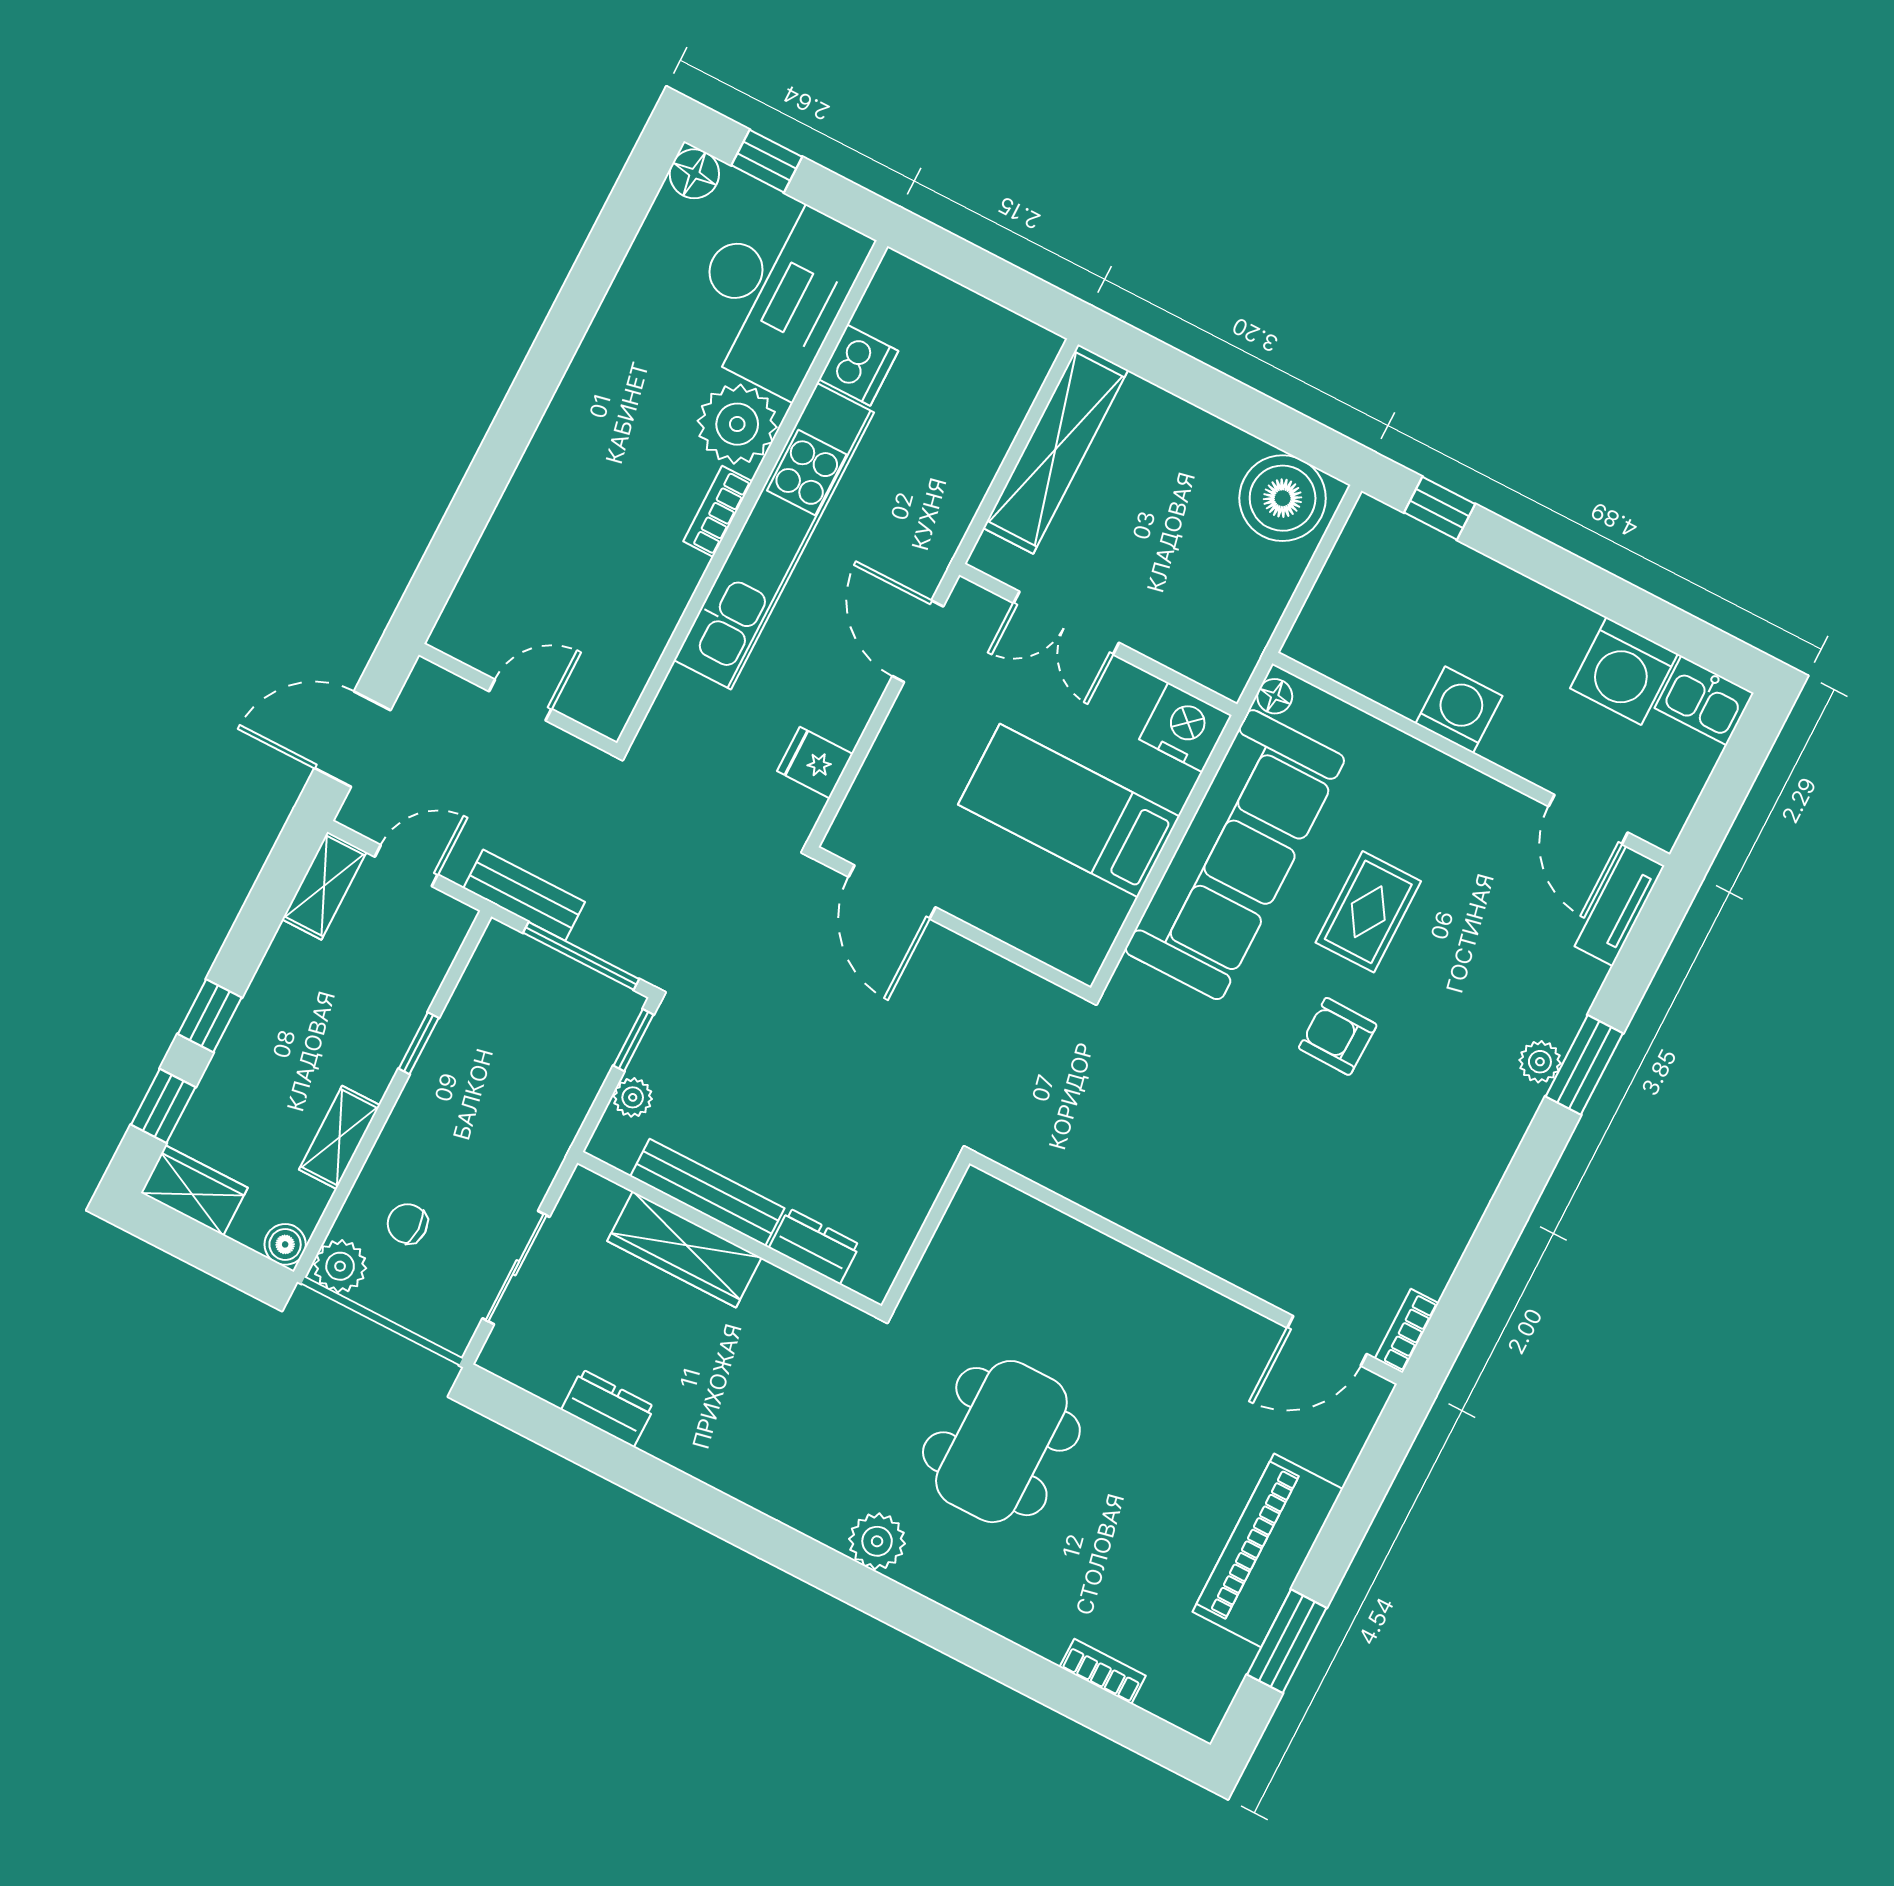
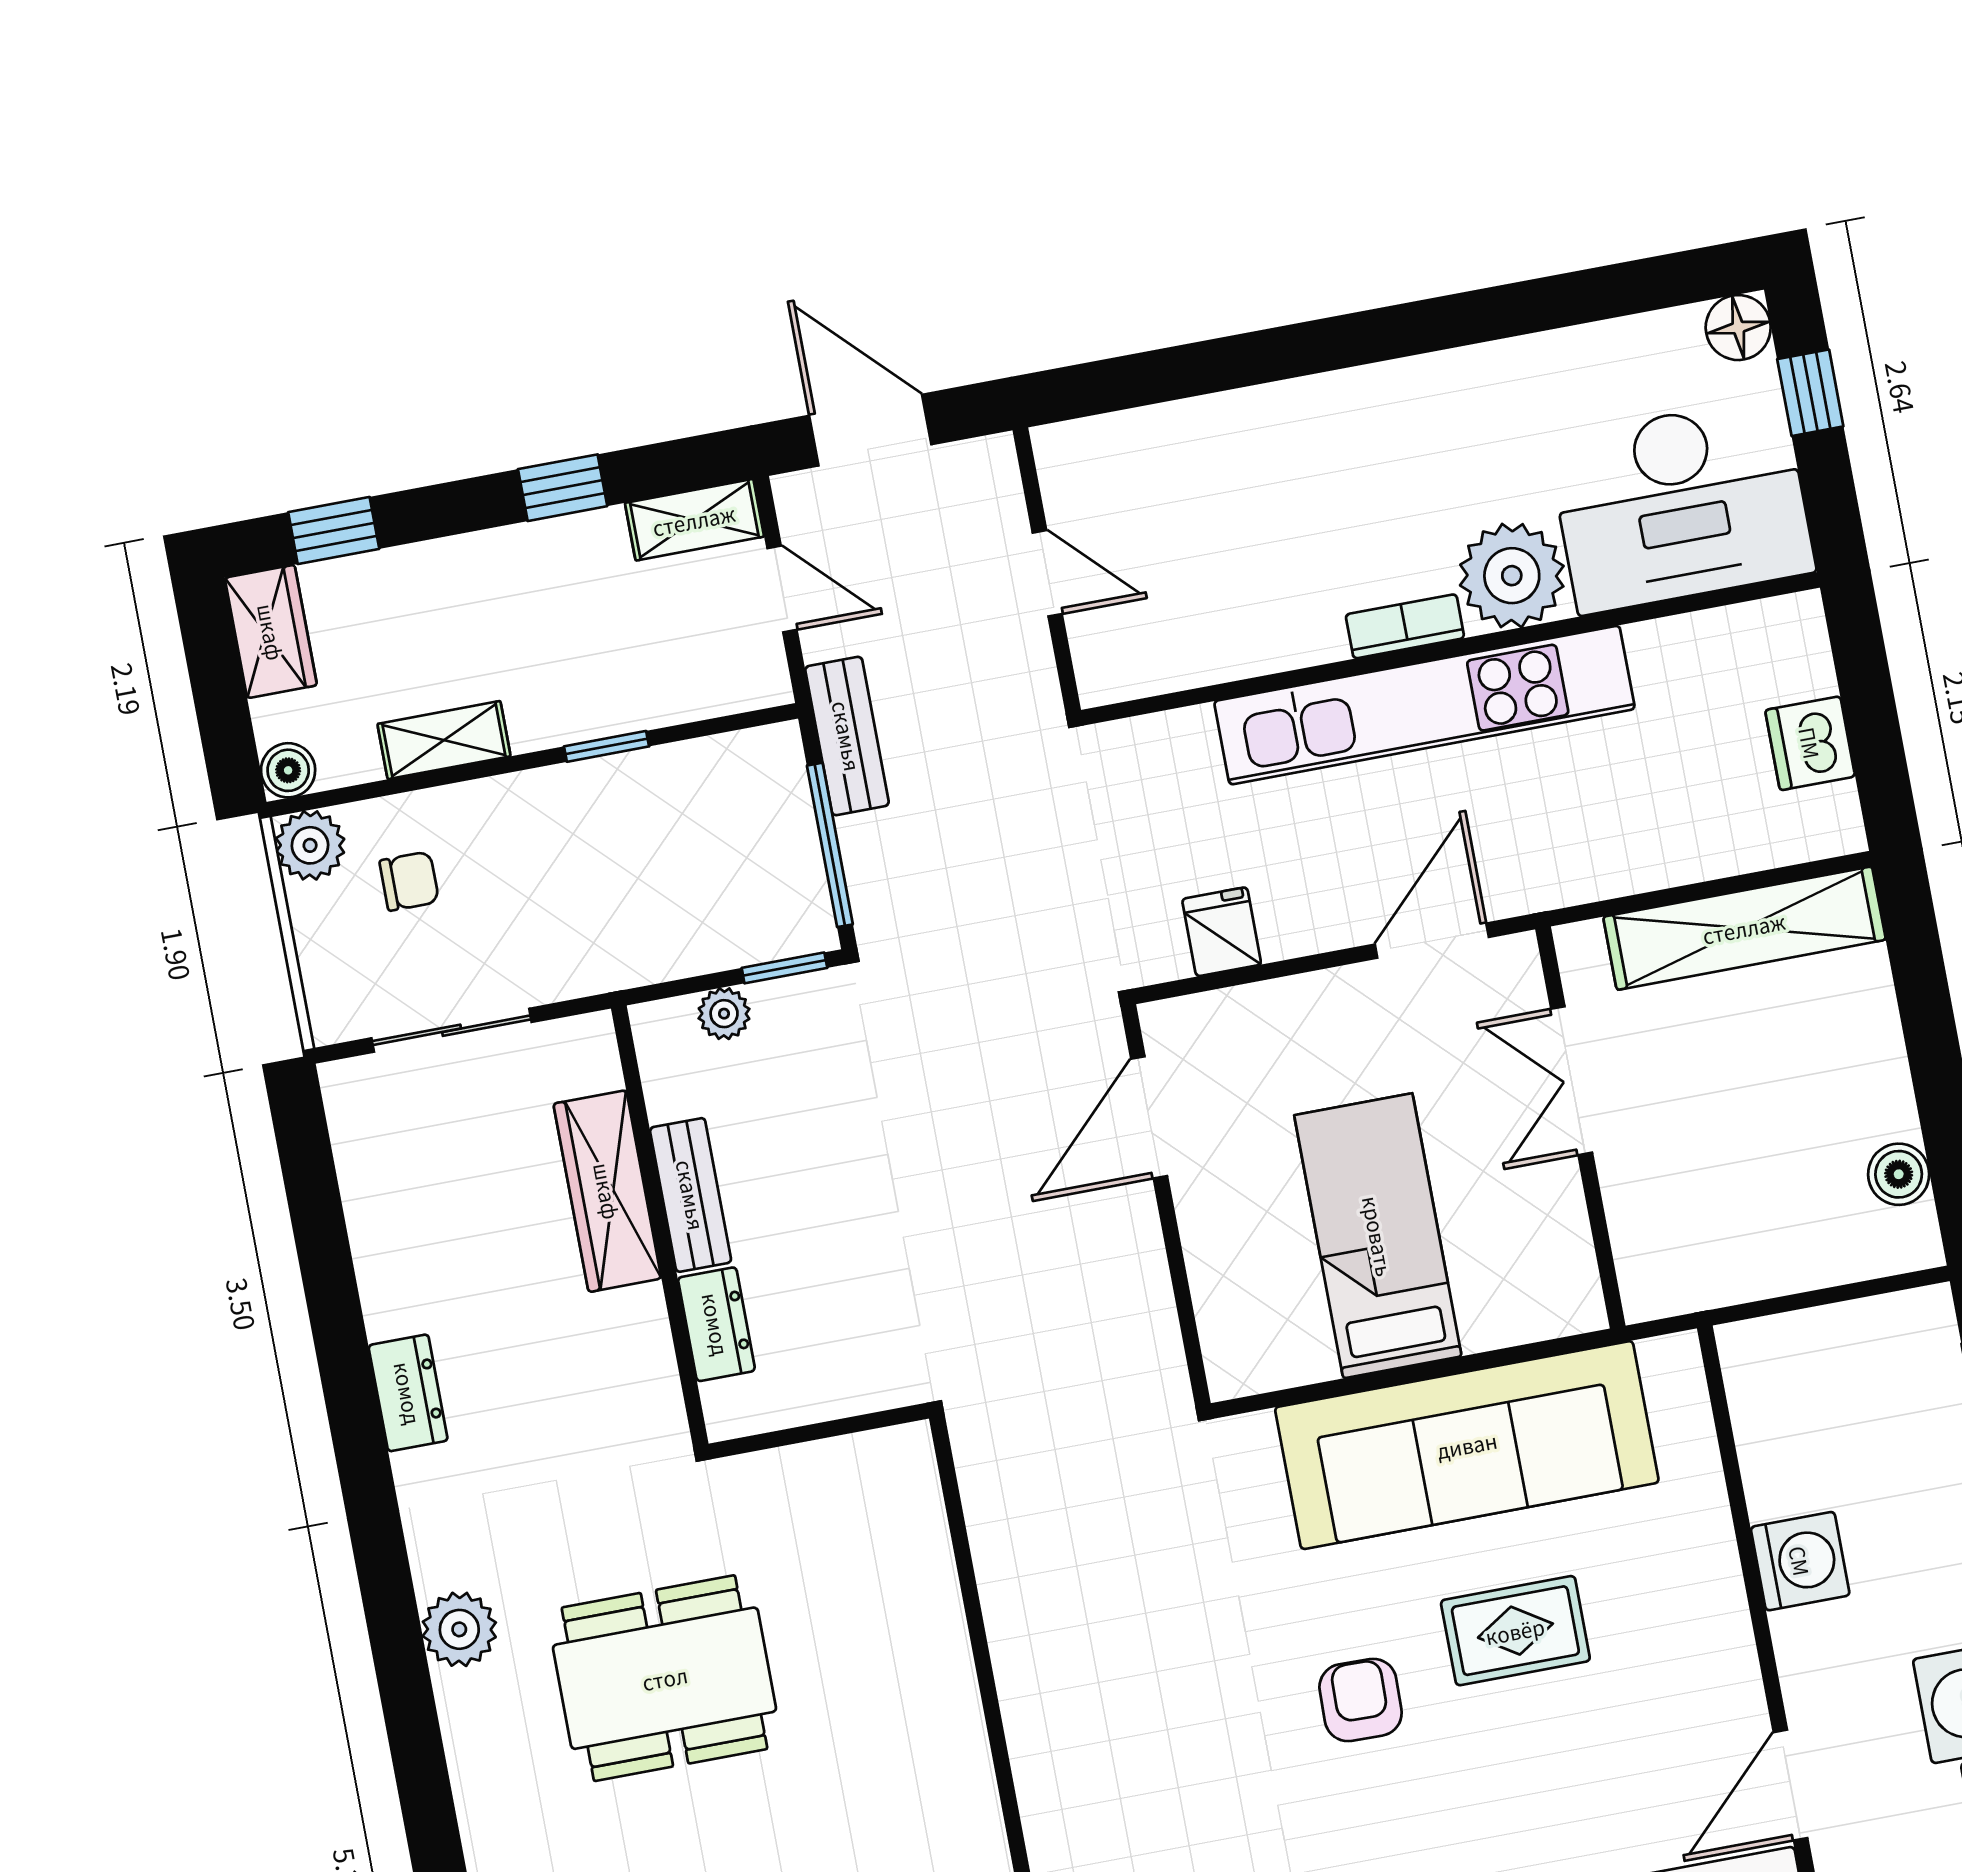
dishwasher: (859, 365) -> (1810, 743), moved, turned 90
boiler: (1283, 498) -> (1899, 1174), width x0.54, depth x0.54
floor lamp: (1275, 696) -> (1664, 1358), removed
nightstand: (1185, 727) -> (1559, 1290), removed
window: (210, 1016) -> (563, 488), moved
bench: (707, 1192) -> (691, 1195), width x0.73
chair: (407, 1224) -> (409, 881), turned 90
dresser: (608, 1408) -> (408, 1393), moved

